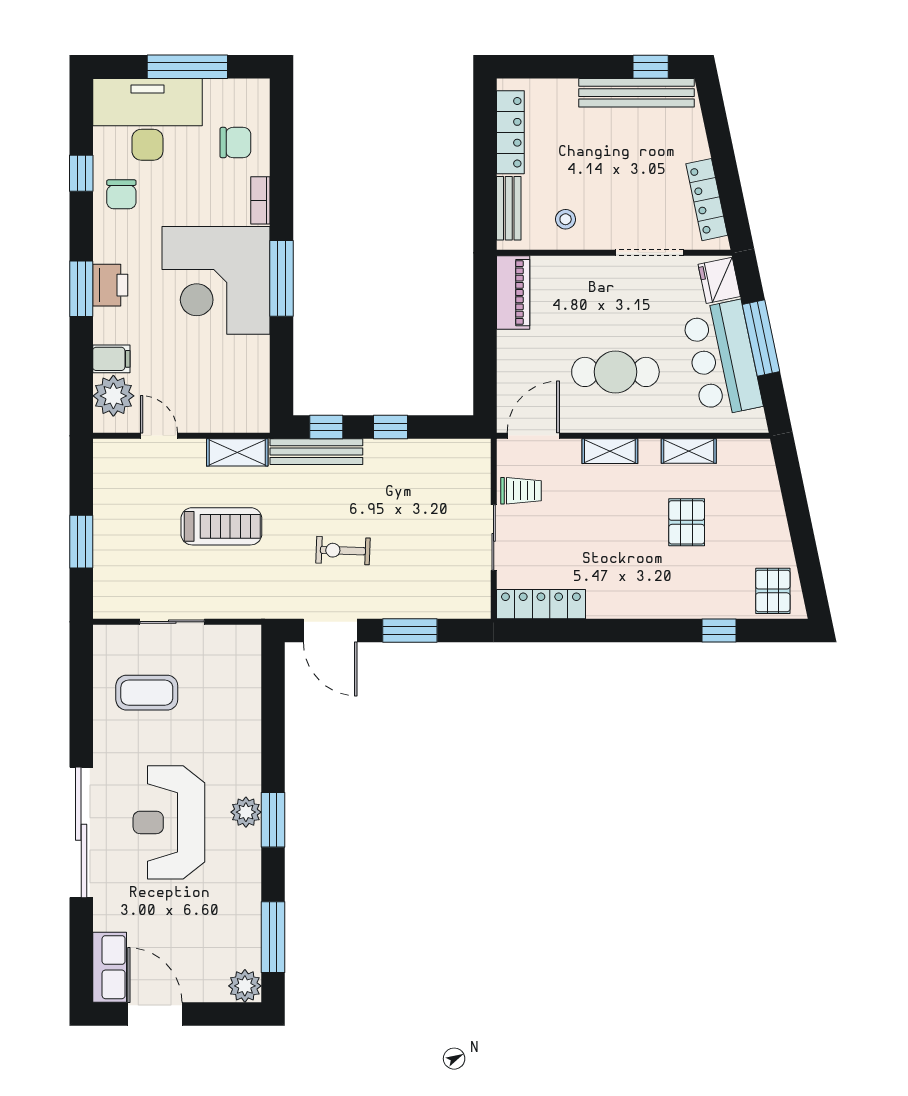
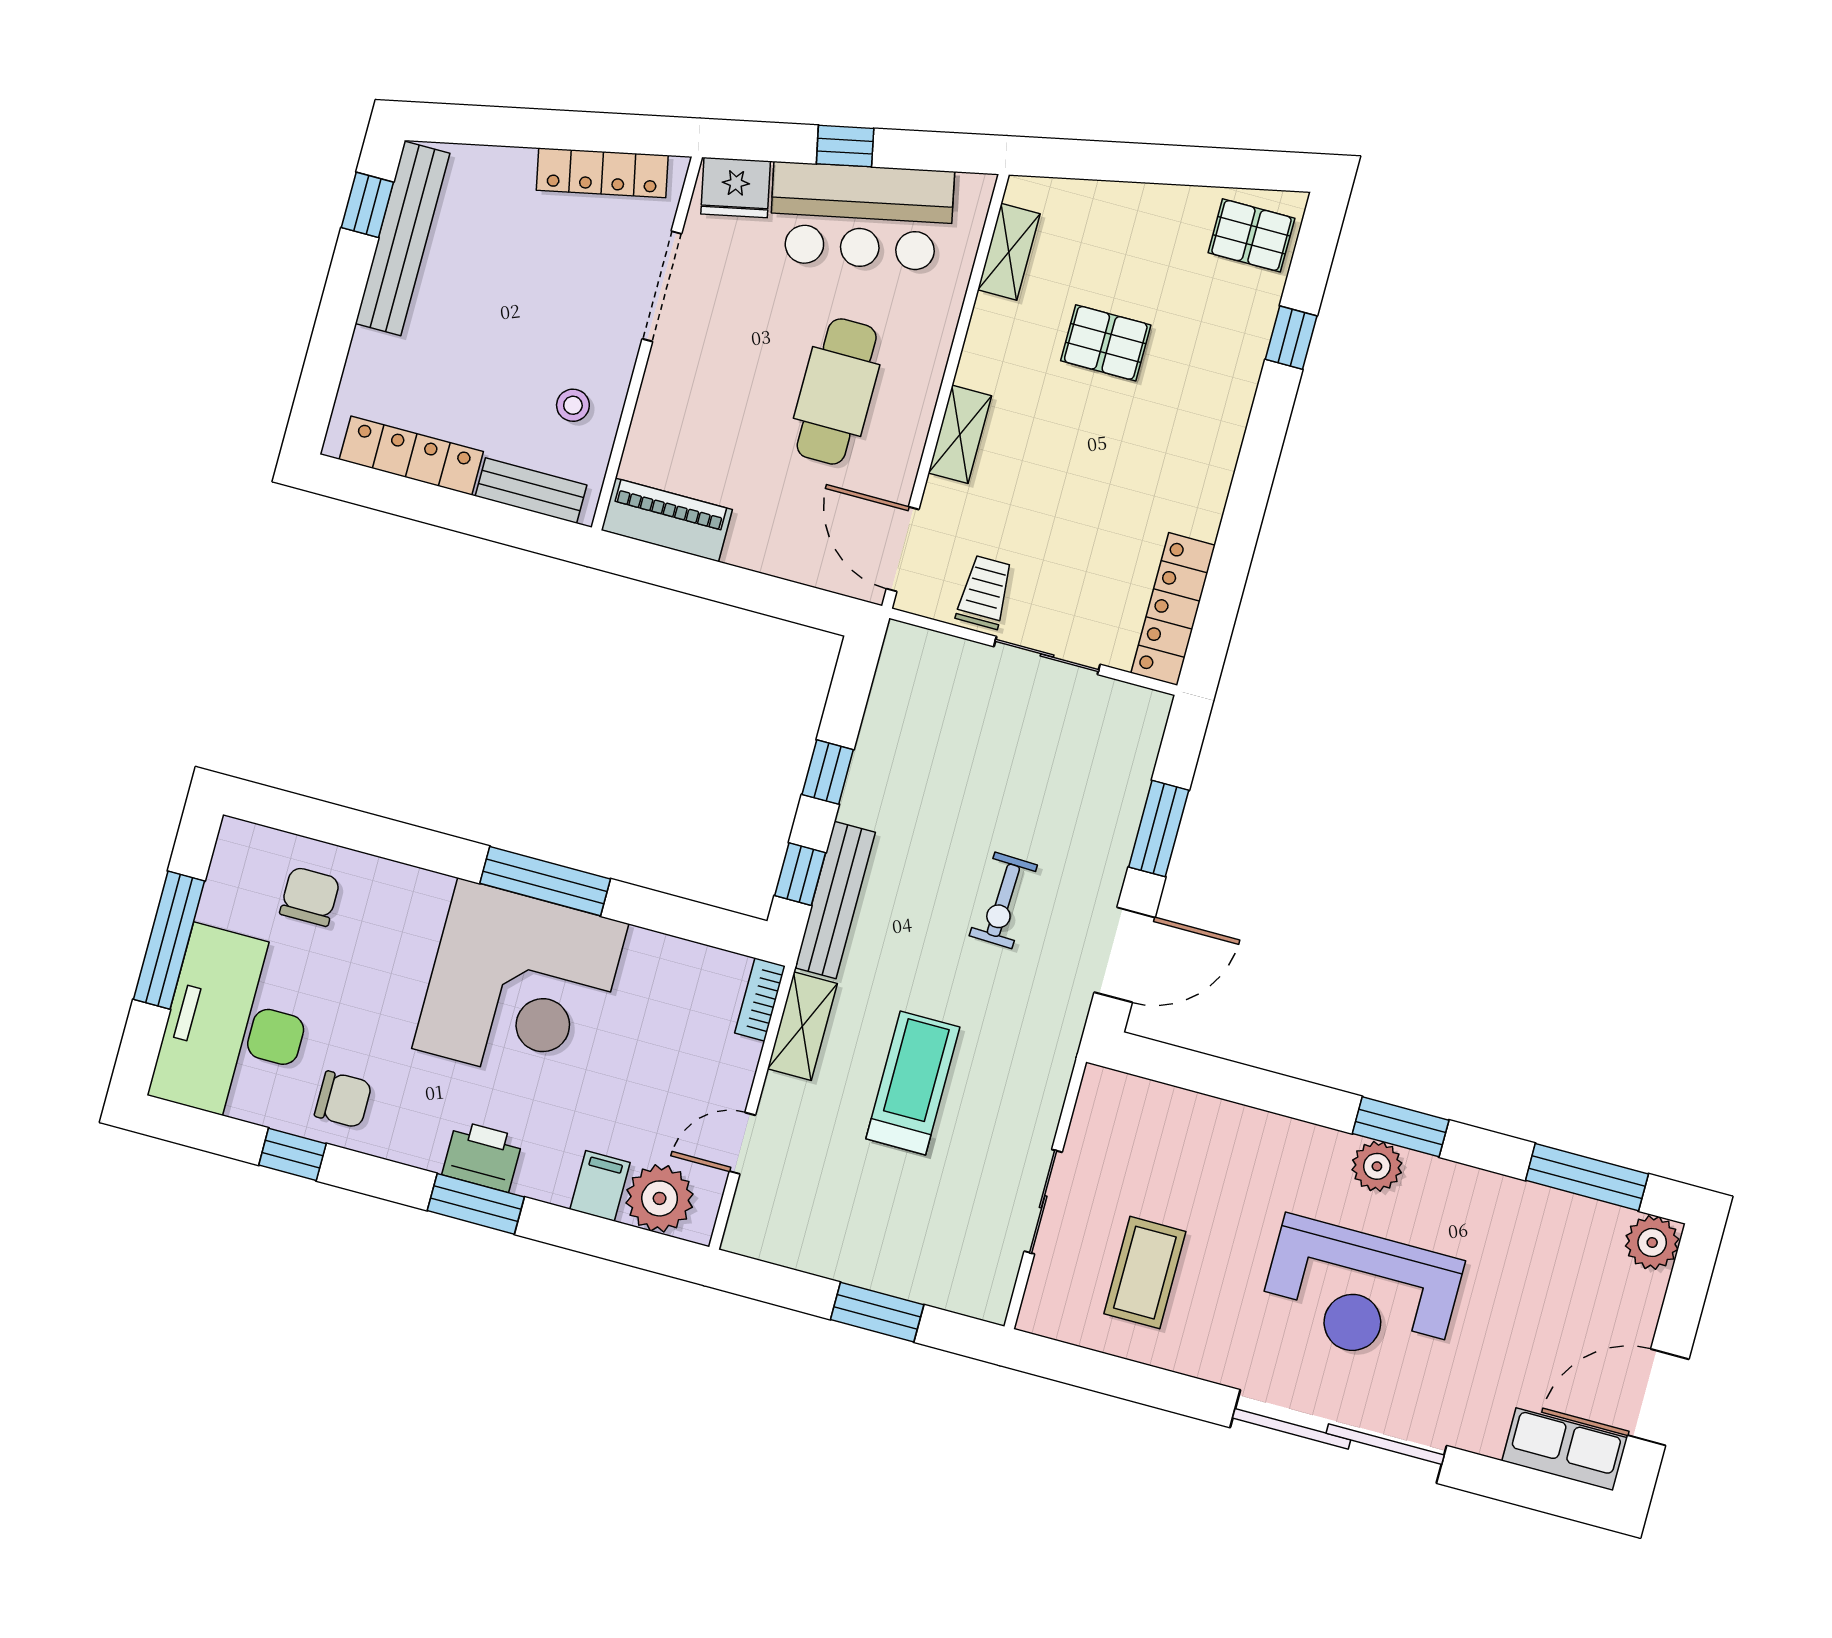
bookcase: (260, 200) -> (760, 999), moved, turned 90
window: (761, 338) -> (845, 146), width x0.46
shelving: (689, 451) -> (1009, 252), moved

